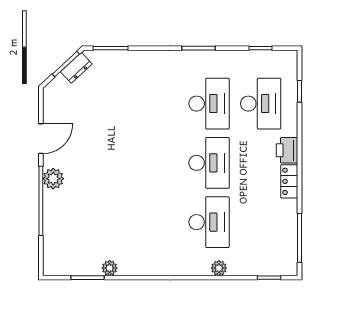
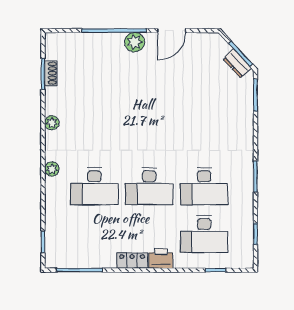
door: (41, 139) -> (172, 31), hinge flipped
plant: (110, 268) -> (52, 123), moved
plant: (219, 268) -> (52, 169), moved
shoe rack: (87, 269) -> (51, 73), added

